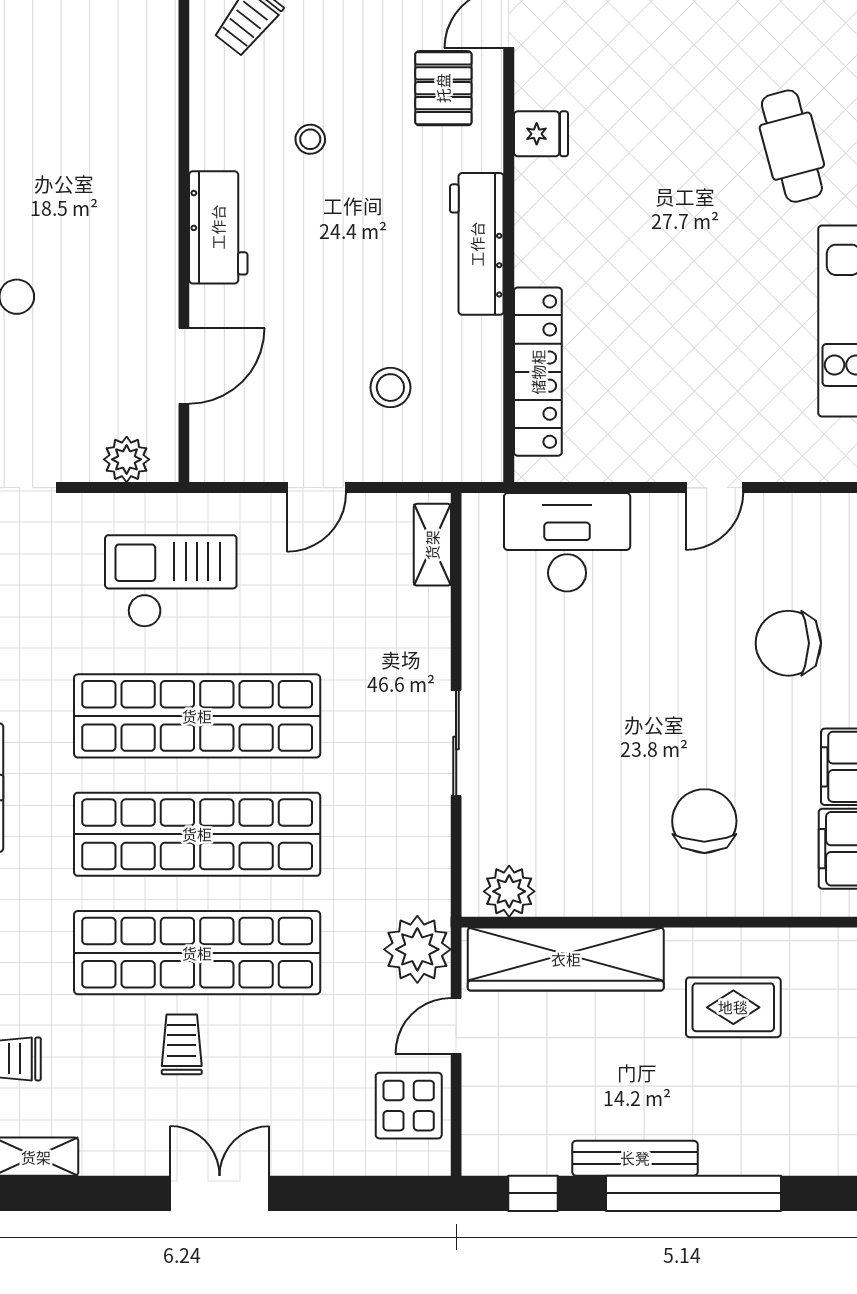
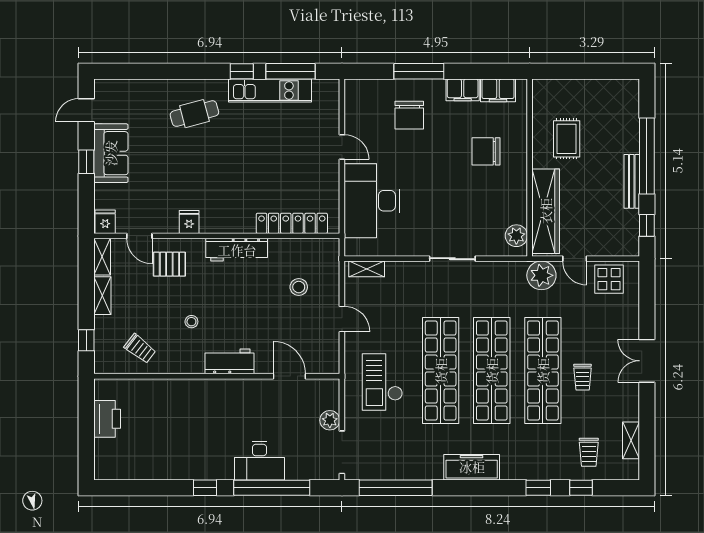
plant: (127, 459) -> (330, 420), moved
desk: (567, 542) -> (372, 201), width x1.36, depth x1.30
trolley: (182, 1044) -> (583, 377), turned -90

